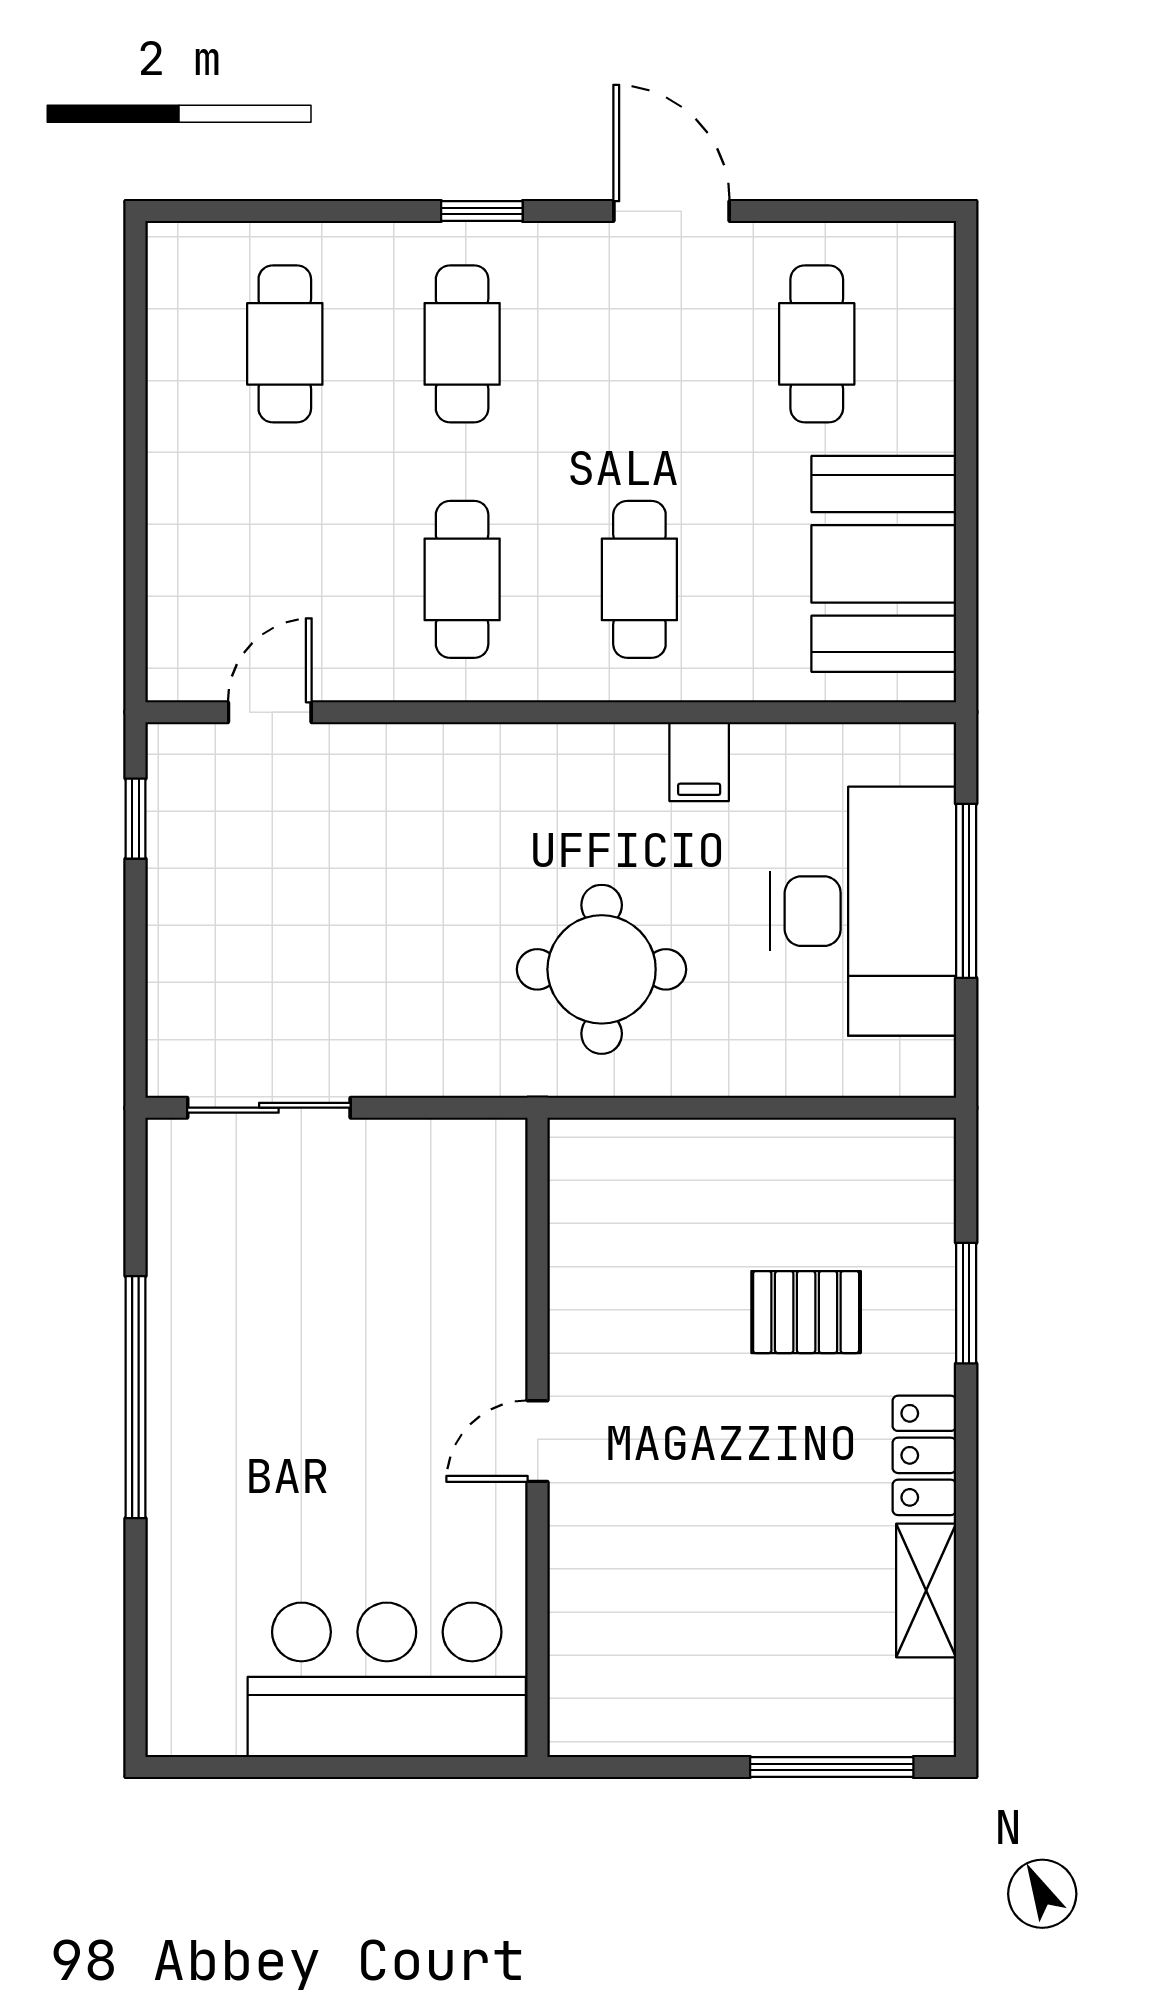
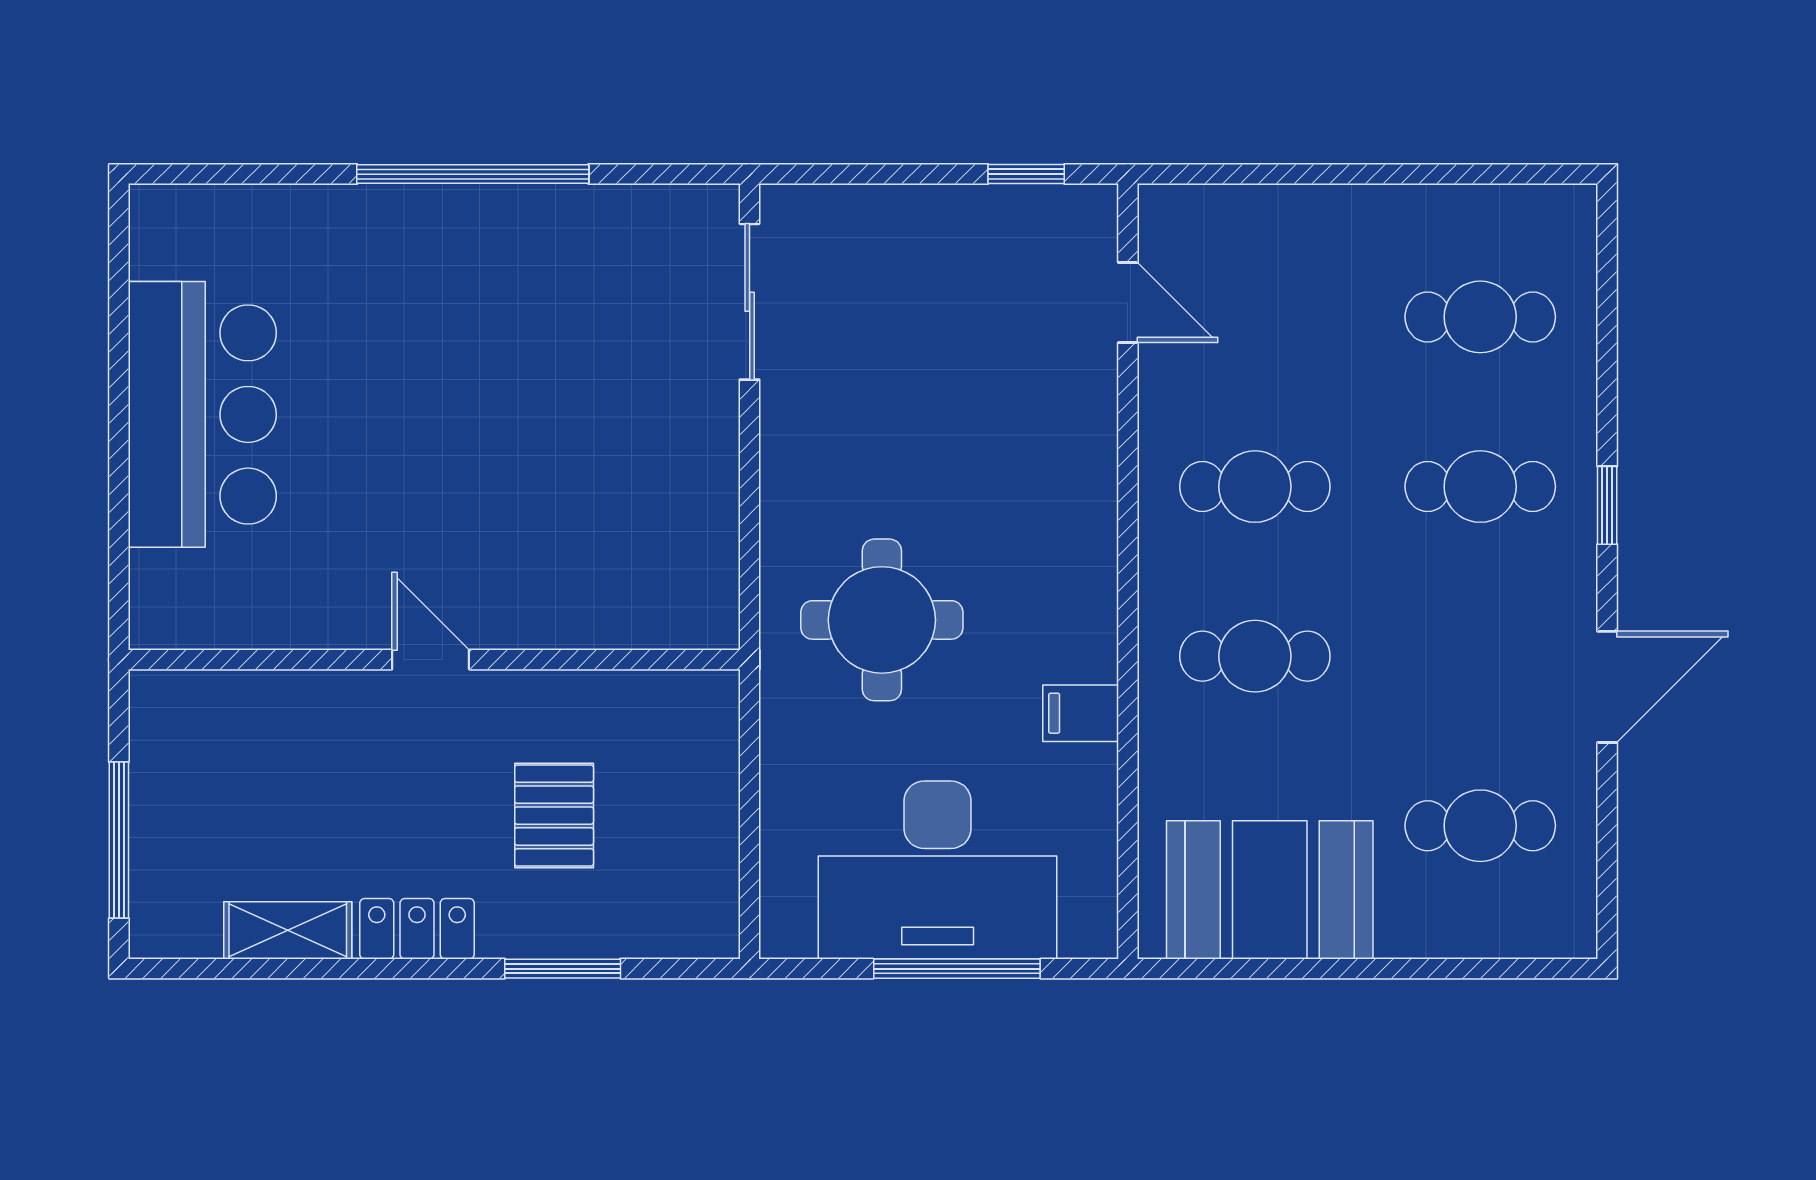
wall: (538, 1437) -> (434, 660), moved
door: (538, 1441) -> (431, 660), moved

